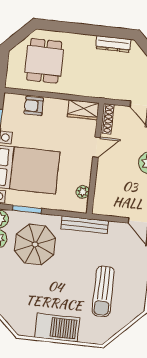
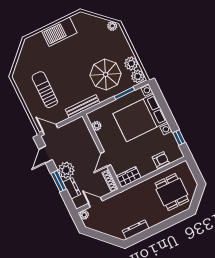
sun lounger: (103, 291) -> (45, 90), moved

